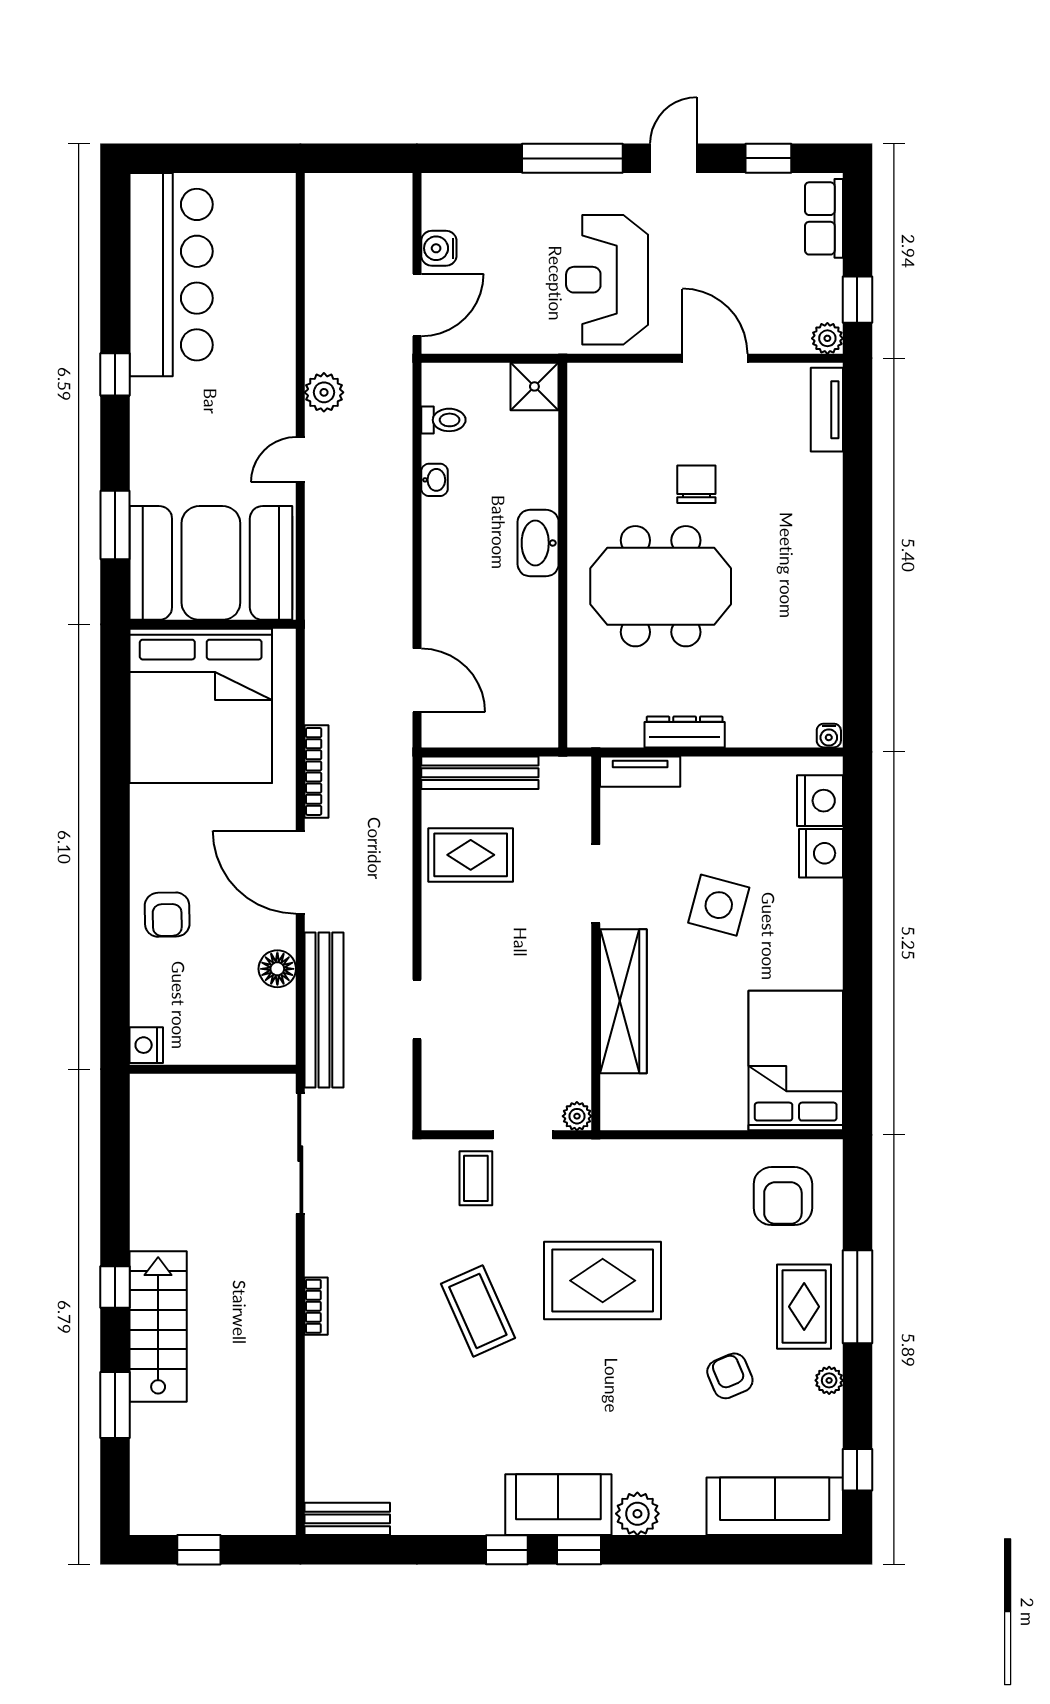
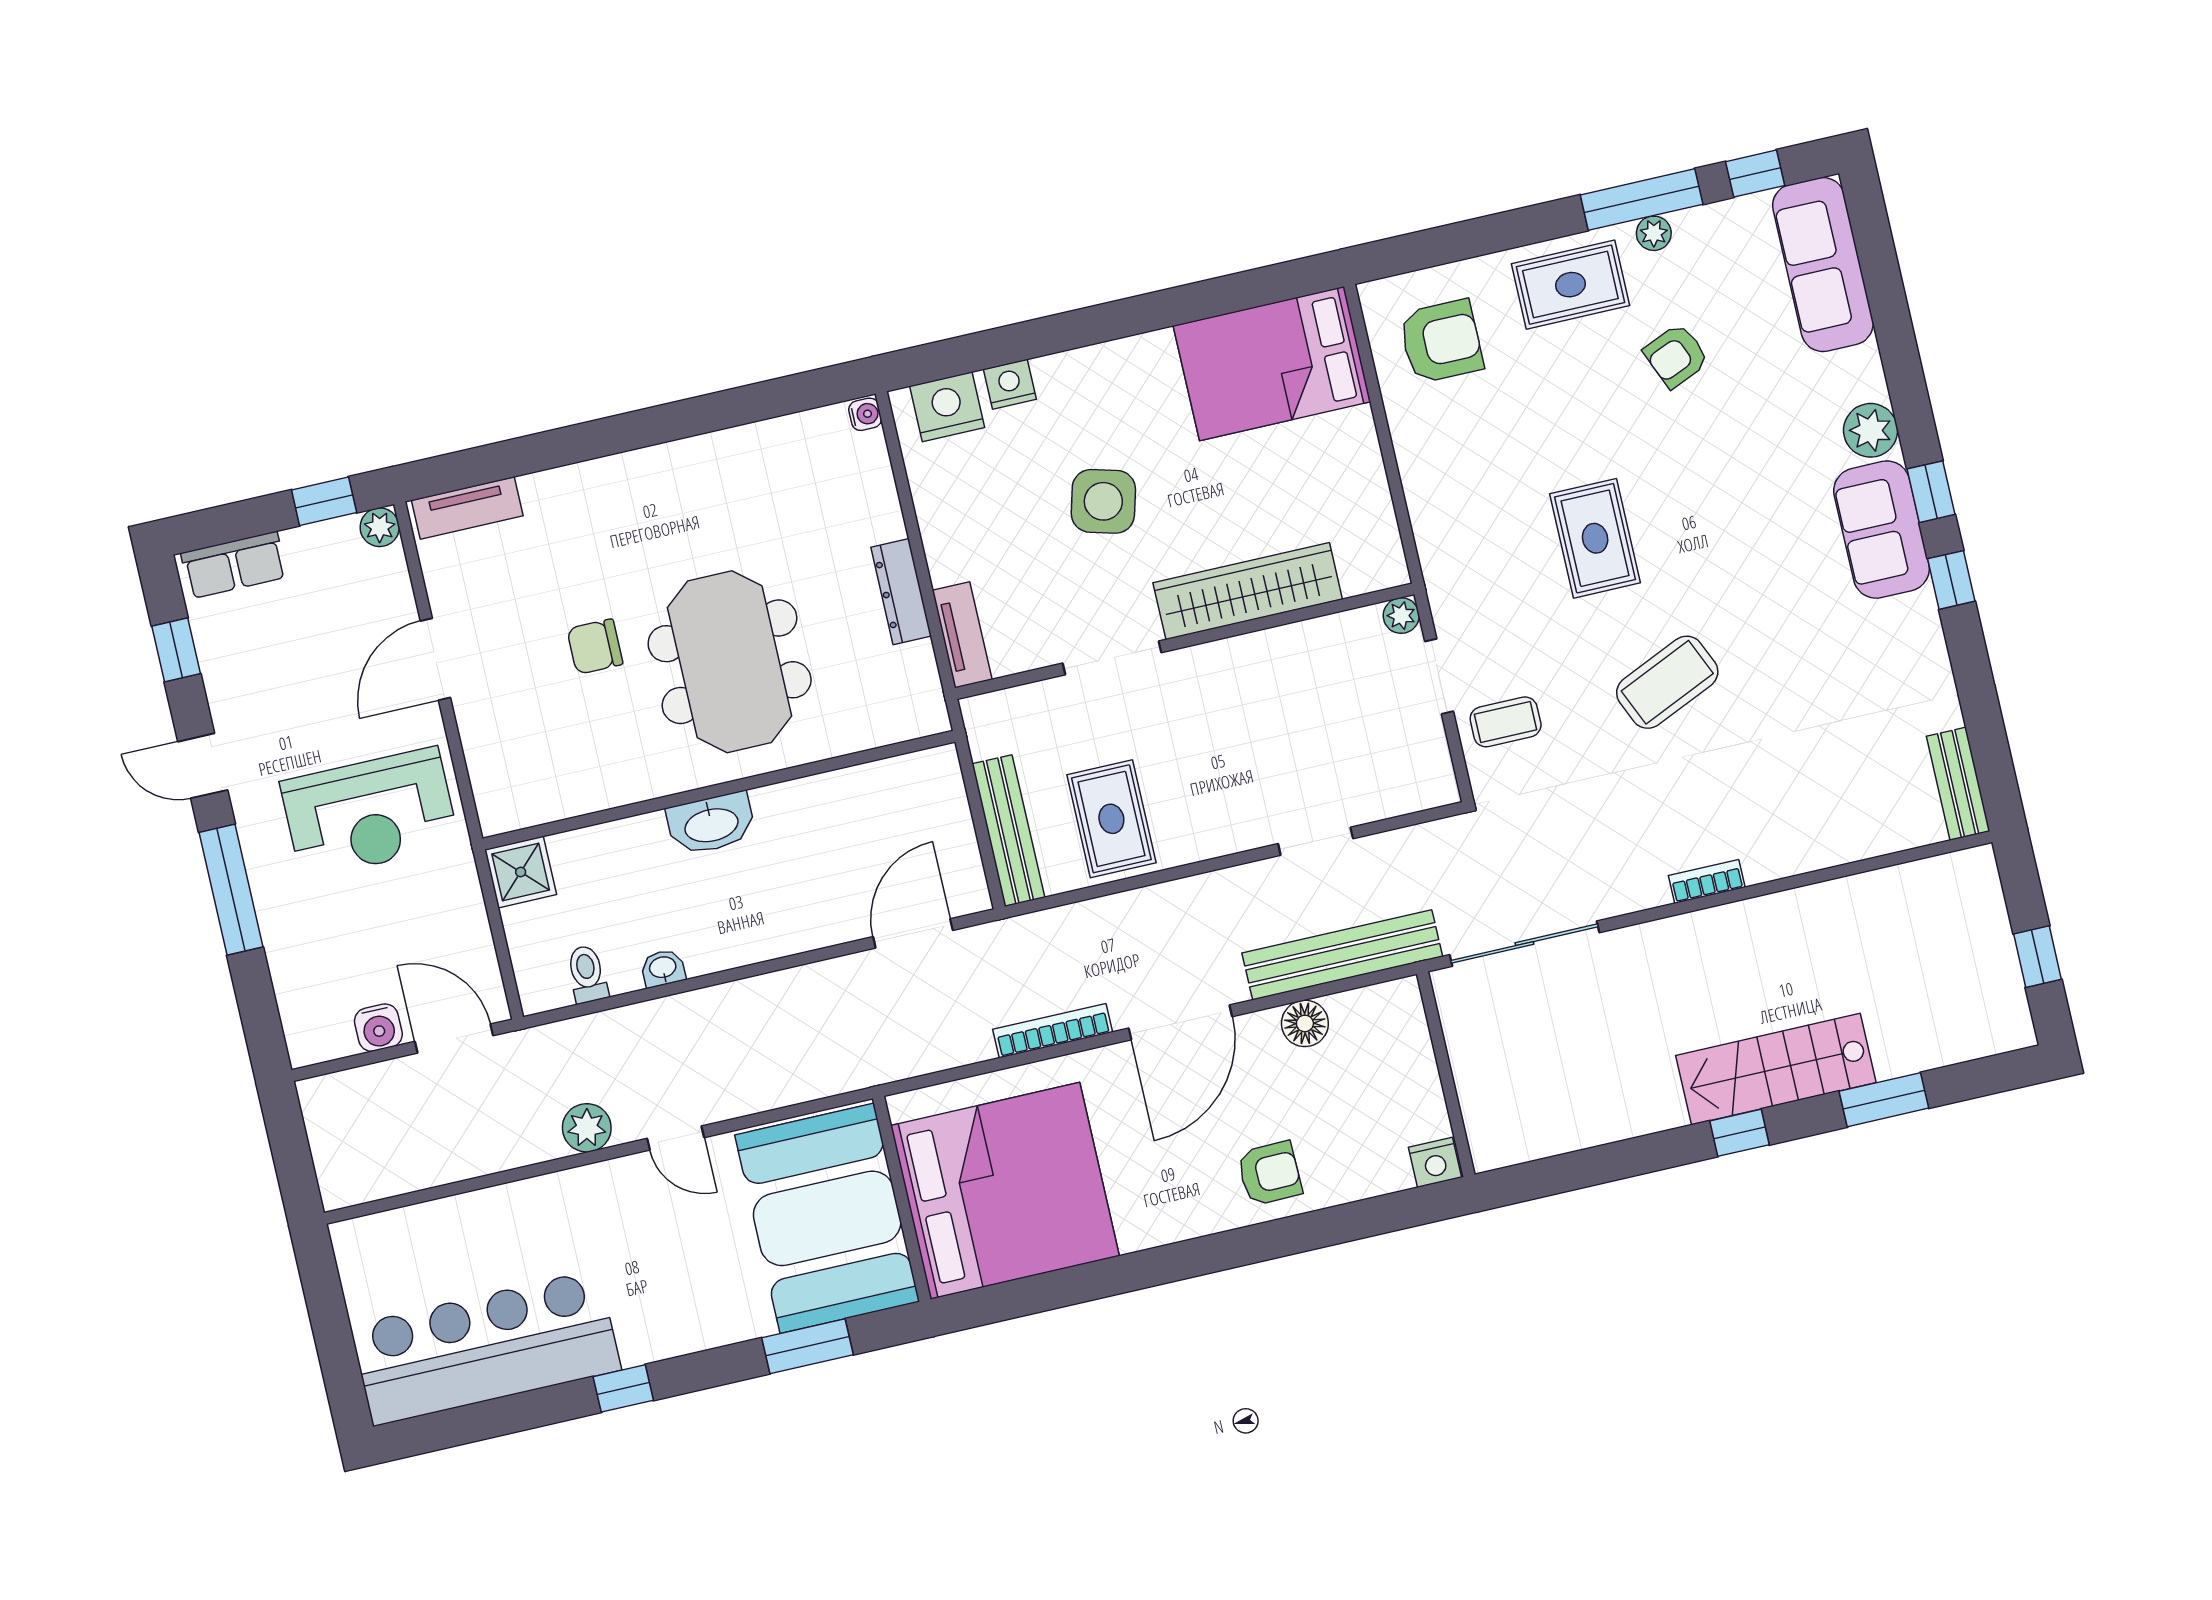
nightstand: (821, 853) -> (1010, 384), width x0.74, depth x0.75
rug: (603, 1281) -> (1595, 538), width x0.73, depth x0.70
window: (857, 1297) -> (1642, 200), moved

